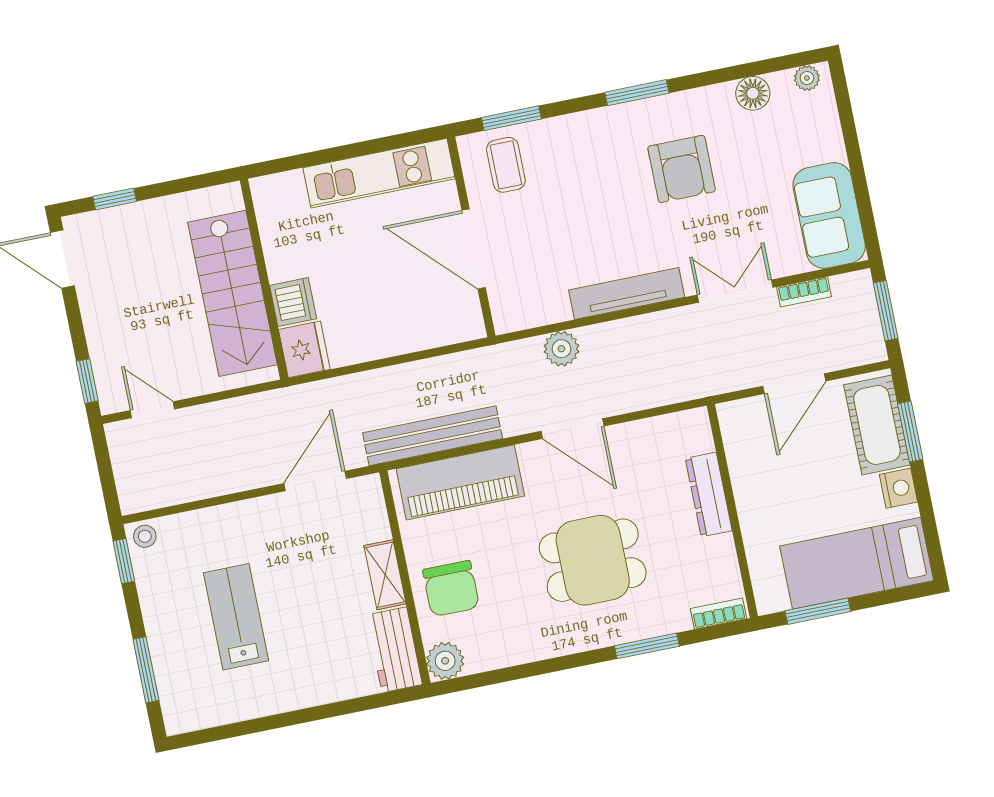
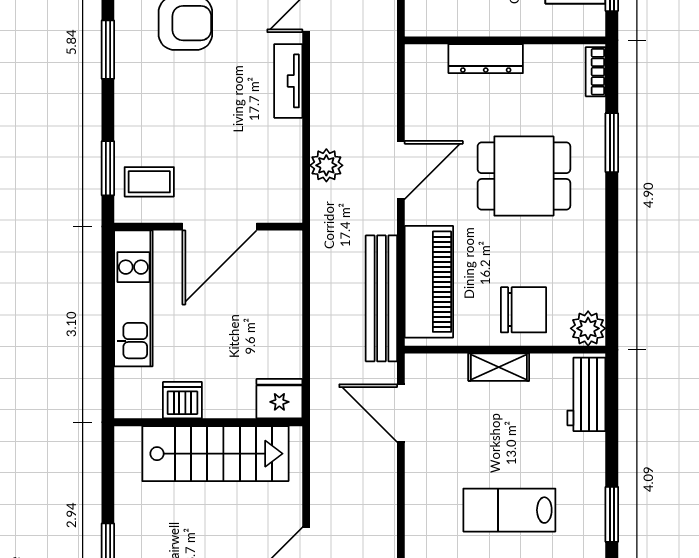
tv unit: (627, 294) -> (288, 81), width x0.71
dishwasher: (293, 302) -> (182, 400), moved
dining table: (593, 560) -> (524, 176), turned 90
workbench: (394, 650) -> (586, 394), moved, turned 90
window: (254, 726) -> (612, 514), added

